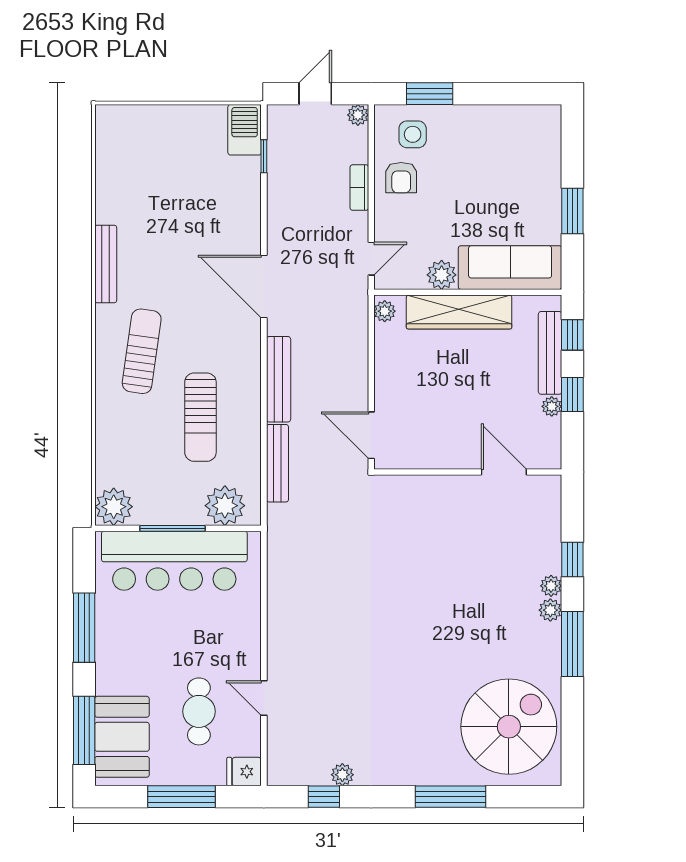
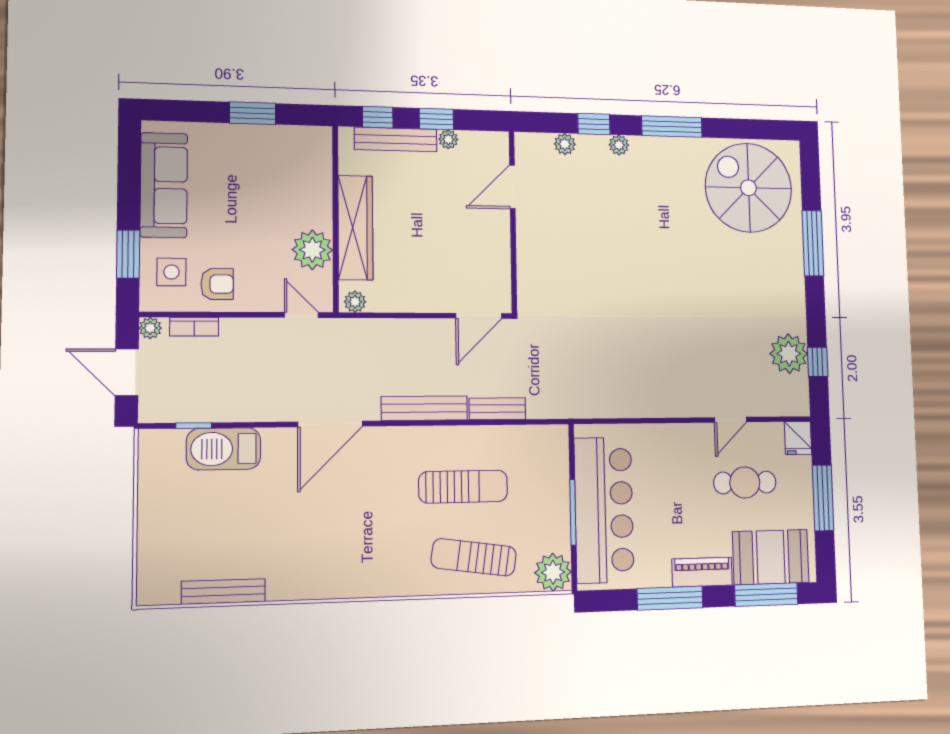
door: (315, 94) -> (127, 372), width x1.38
barbecue: (245, 130) -> (224, 449), moved, width x1.37, depth x1.21
bookcase: (359, 188) -> (194, 327), moved
bench: (106, 264) -> (223, 591), moved
sofa: (510, 268) -> (164, 185), moved, turned 180
plant: (442, 275) -> (312, 250), width x1.36, depth x1.36
sun lounger: (142, 351) -> (474, 557), moved
bench: (277, 463) -> (497, 409), width x0.73
plant: (225, 506) -> (550, 460), removed
plant: (550, 610) -> (565, 144), moved
piano: (109, 662) -> (702, 572), added
plant: (342, 775) -> (789, 354), width x1.88, depth x1.88

